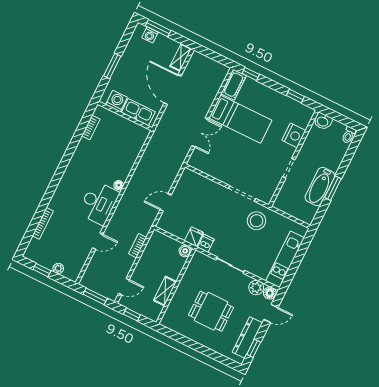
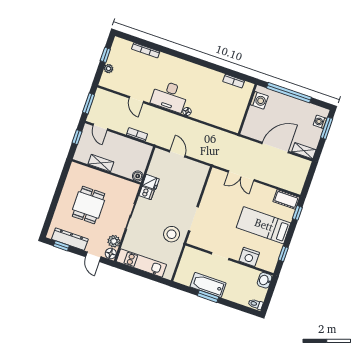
window: (112, 66) -> (289, 93), width x2.11
kitchen sink: (138, 112) -> (252, 120), removed
bed: (240, 119) -> (264, 225), moved, turned 90

